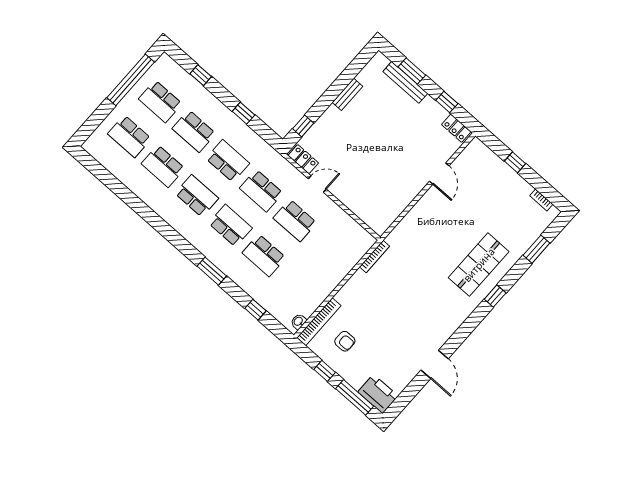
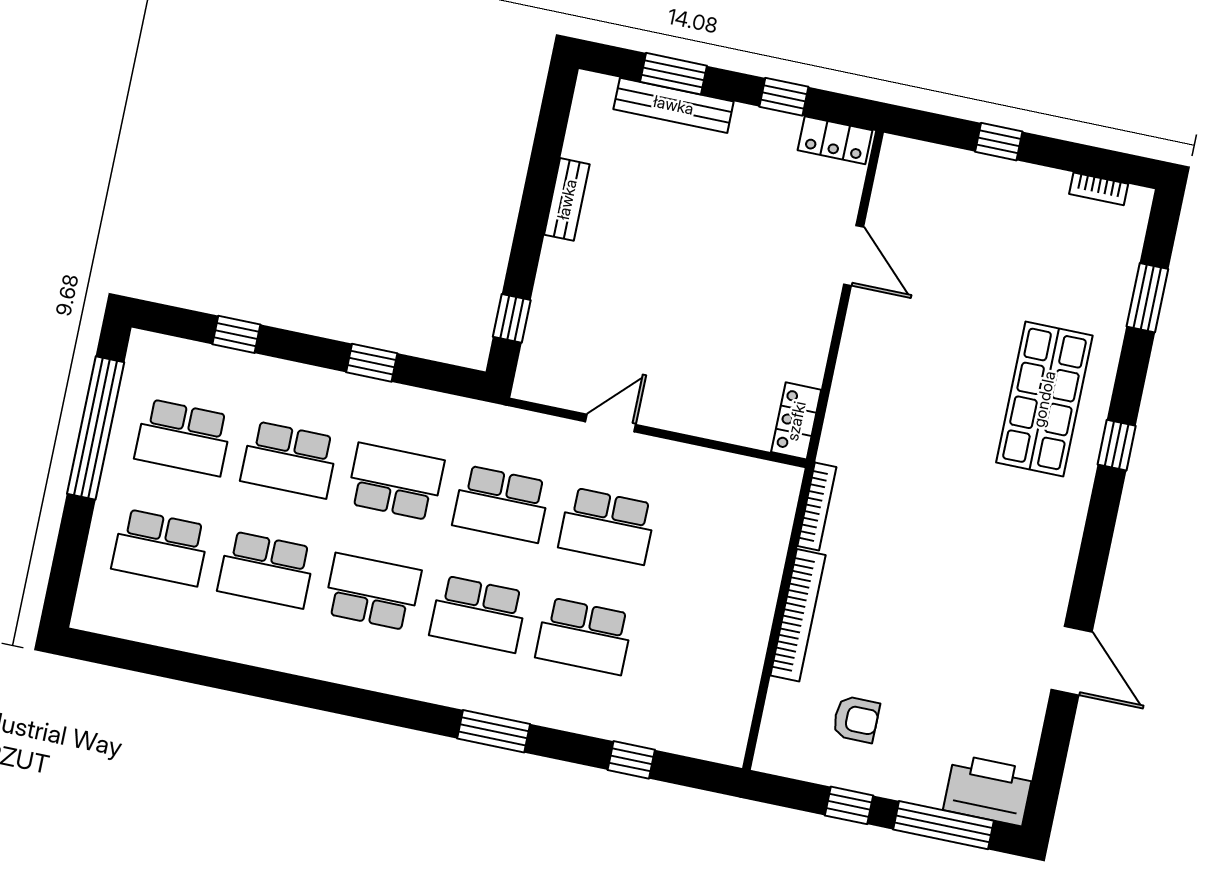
locker: (303, 159) -> (796, 421), moved, turned -90
school desk: (230, 226) -> (478, 614), turned 180
washbasin: (298, 321) -> (735, 733), removed
bookcase: (319, 322) -> (798, 615), moved

